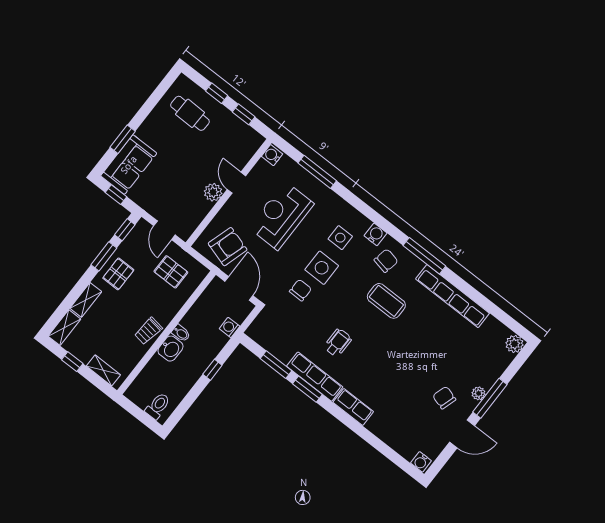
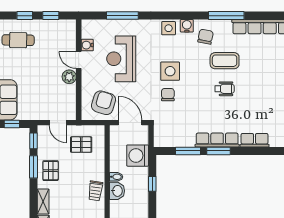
water cooler: (272, 155) -> (87, 45), moved
side table: (340, 238) -> (169, 28), moved
washing machine: (230, 327) -> (138, 156), width x1.89, depth x1.89
wheelchair: (338, 343) -> (224, 89), moved, turned 90

